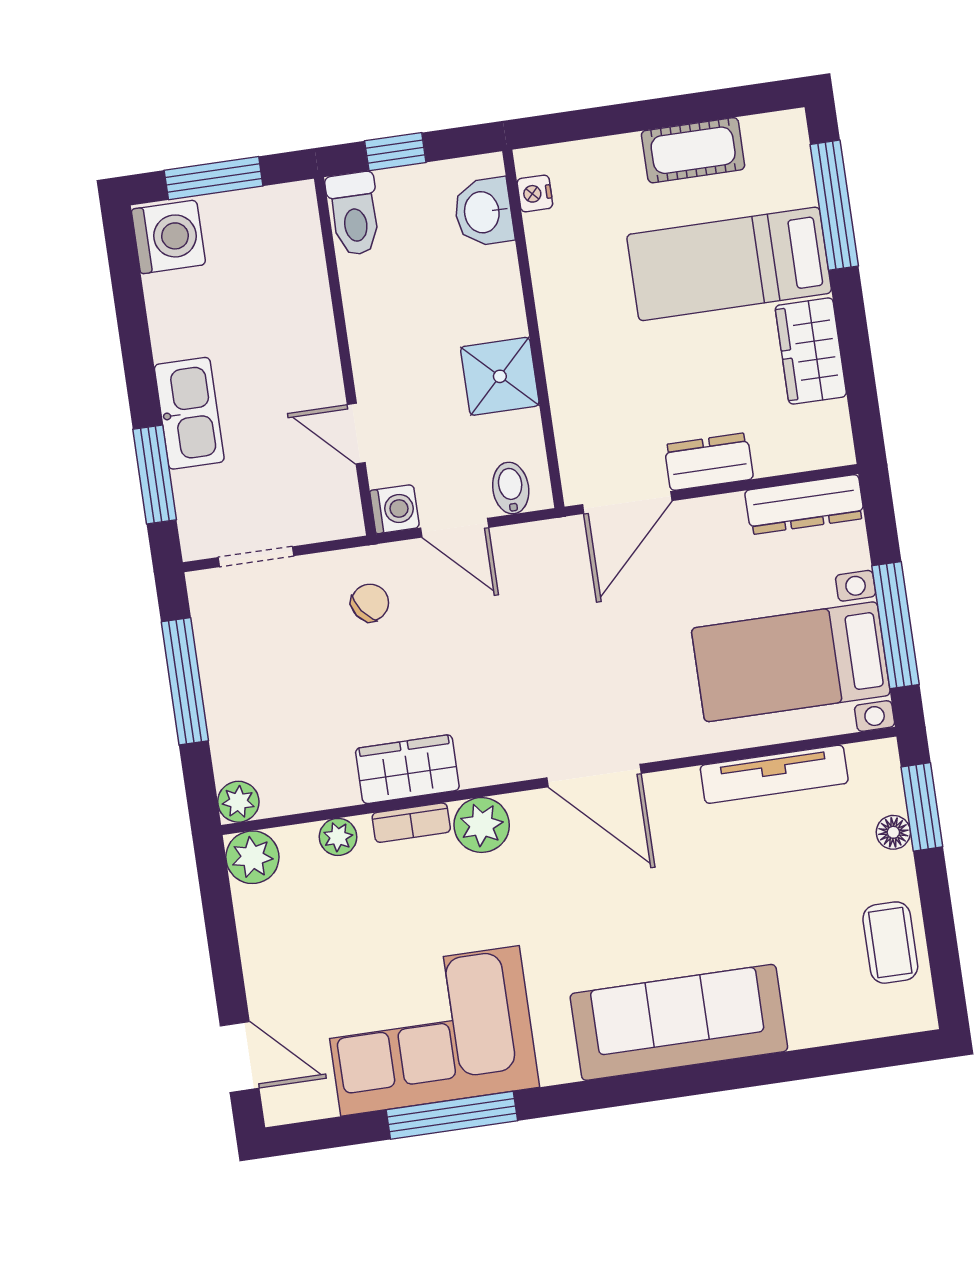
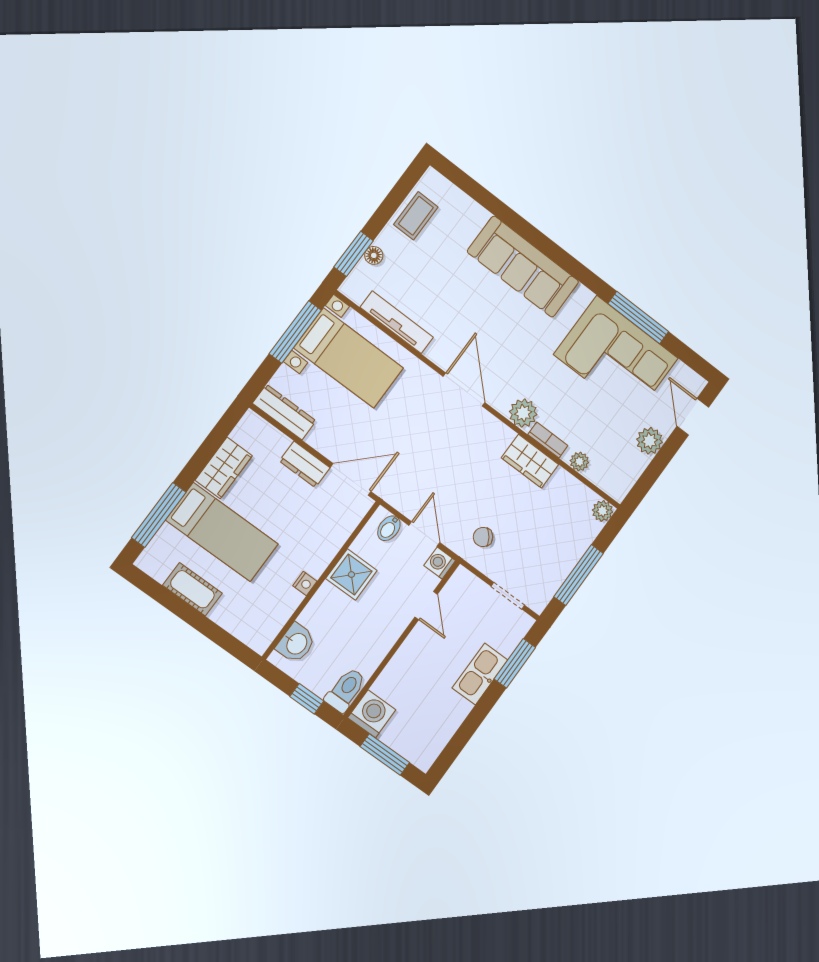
nightstand: (535, 193) -> (305, 583), moved
washing machine: (168, 237) -> (372, 714), moved, turned 90
plant: (252, 857) -> (650, 441), moved

